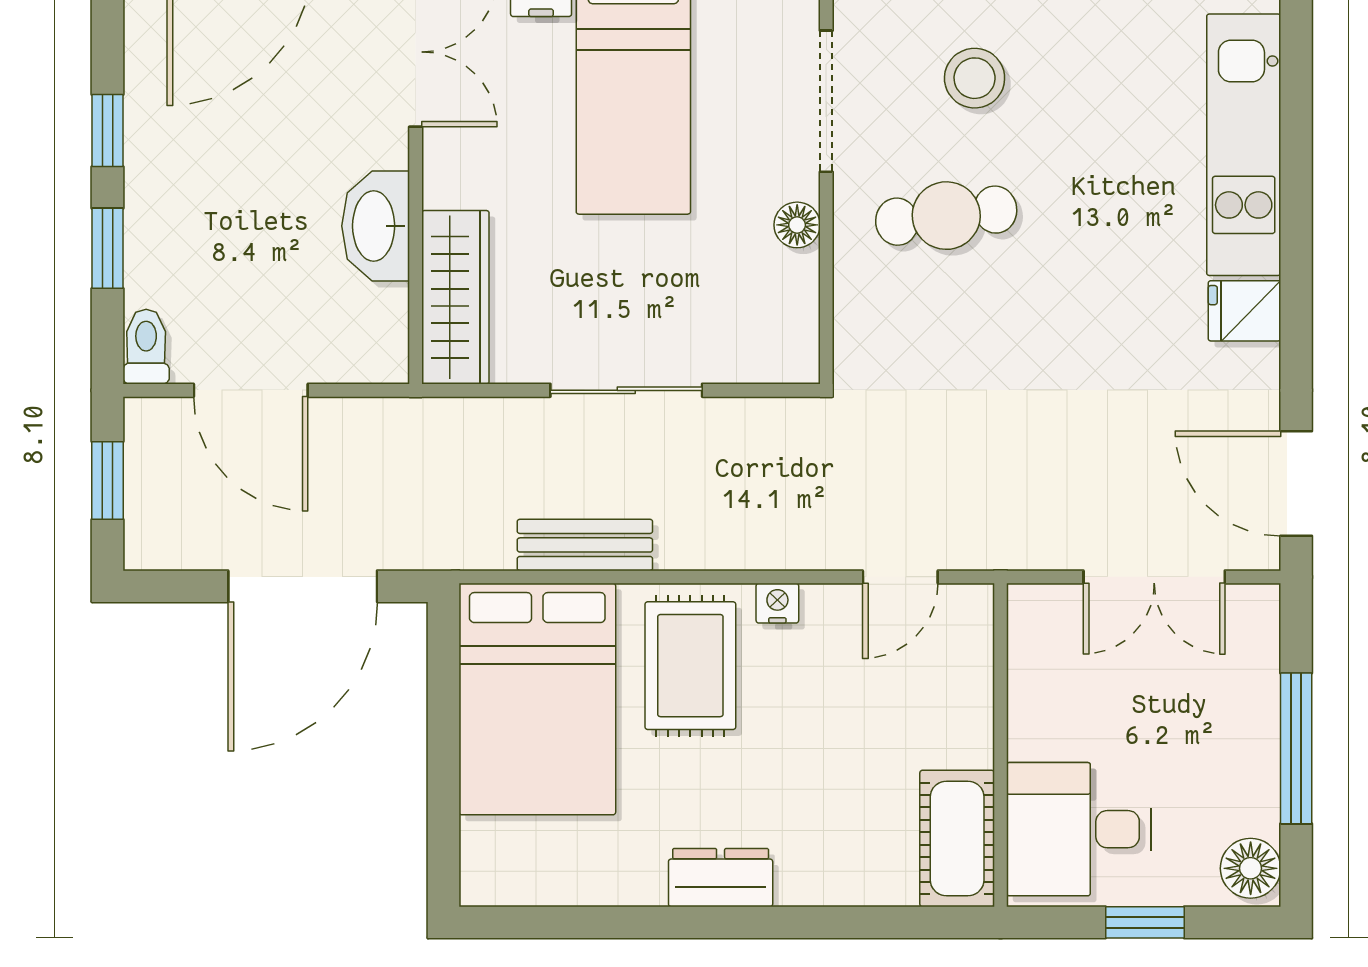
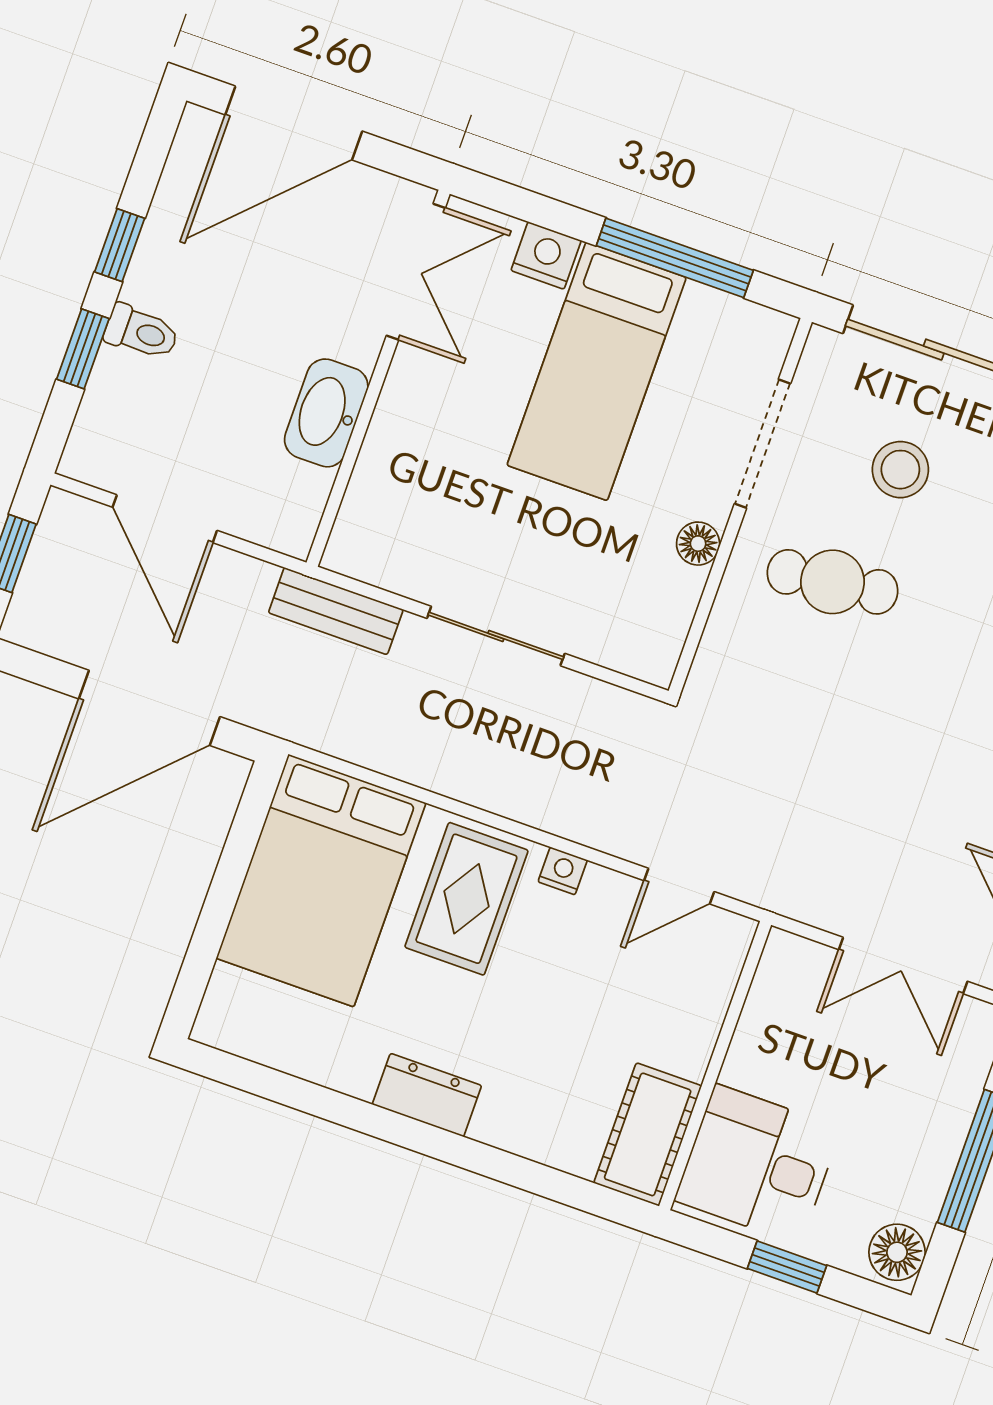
wardrobe: (455, 297) -> (374, 501), removed
toilet: (146, 347) -> (141, 332), moved, turned 90
bench: (585, 545) -> (336, 611), moved

